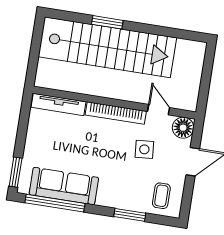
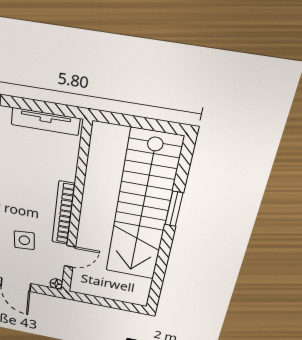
tv unit: (59, 104) -> (45, 121), moved, turned -90
floor lamp: (183, 128) -> (56, 284), width x0.53, depth x0.53

